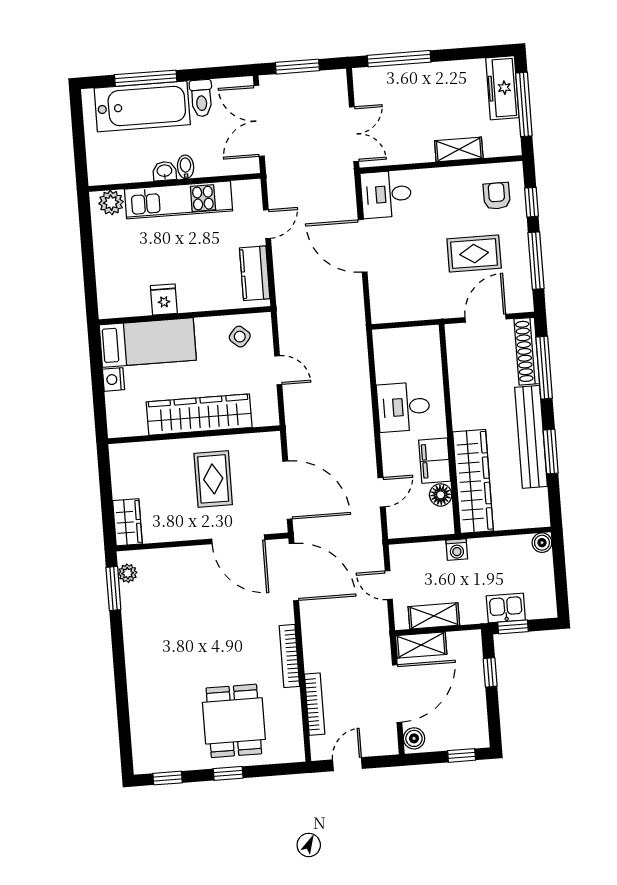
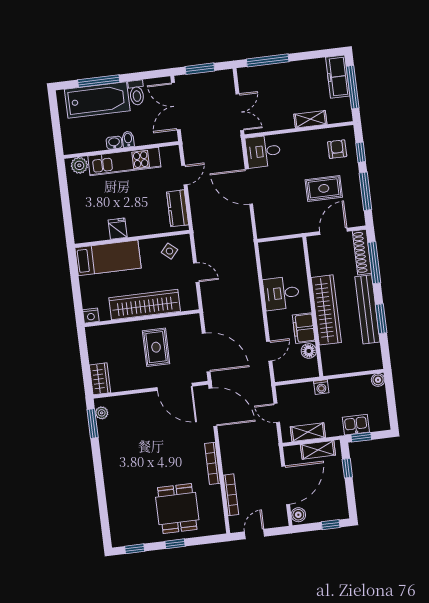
nightstand: (113, 379) -> (91, 316), moved, turned -90
wardrobe: (473, 481) -> (326, 310), moved
shelving: (421, 645) -> (318, 450), moved

